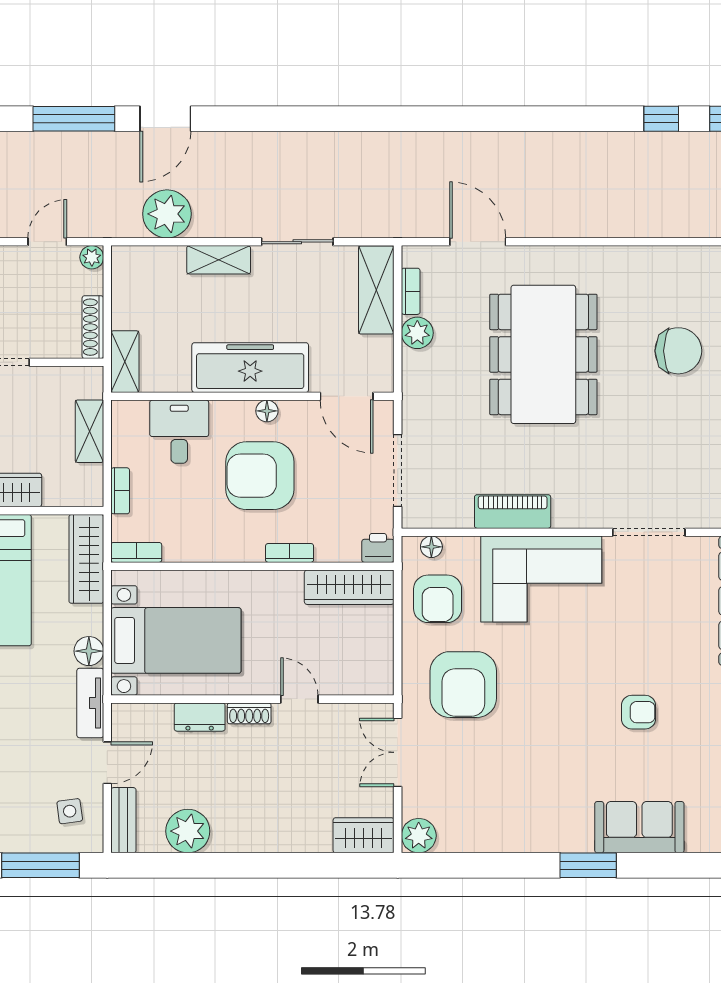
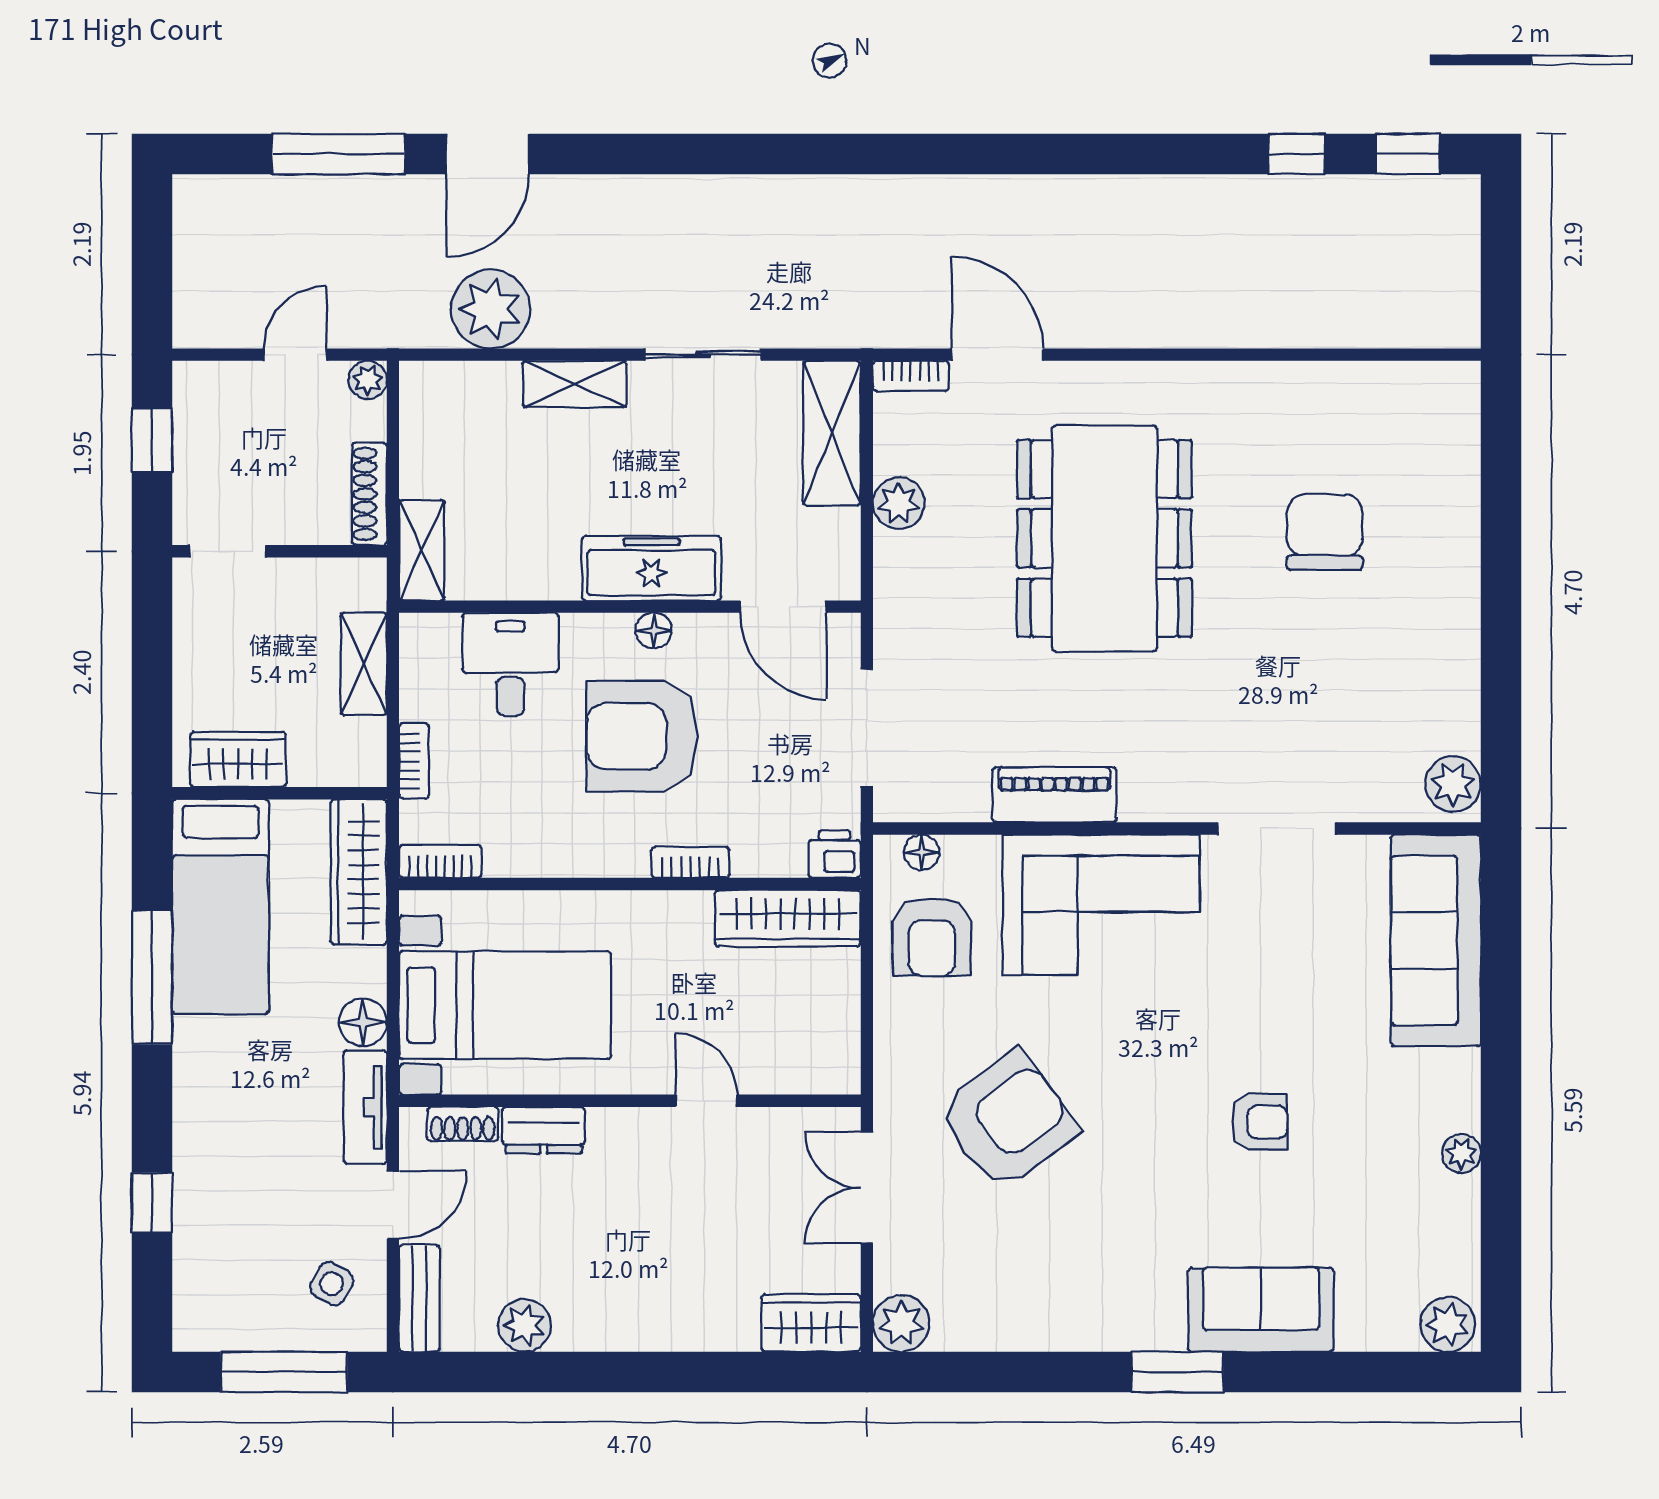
bookcase: (411, 291) -> (911, 376), moved, turned 90
chair: (678, 351) -> (1325, 532), turned -90
freezer: (250, 368) -> (651, 568), width x0.73, depth x0.79
armchair: (463, 685) -> (1008, 1120), moved, turned -127
shoe rack: (249, 713) -> (463, 1124), moved
side table: (70, 811) -> (332, 1284), turned 37
plant: (188, 831) -> (524, 1326), width x0.73, depth x0.73

